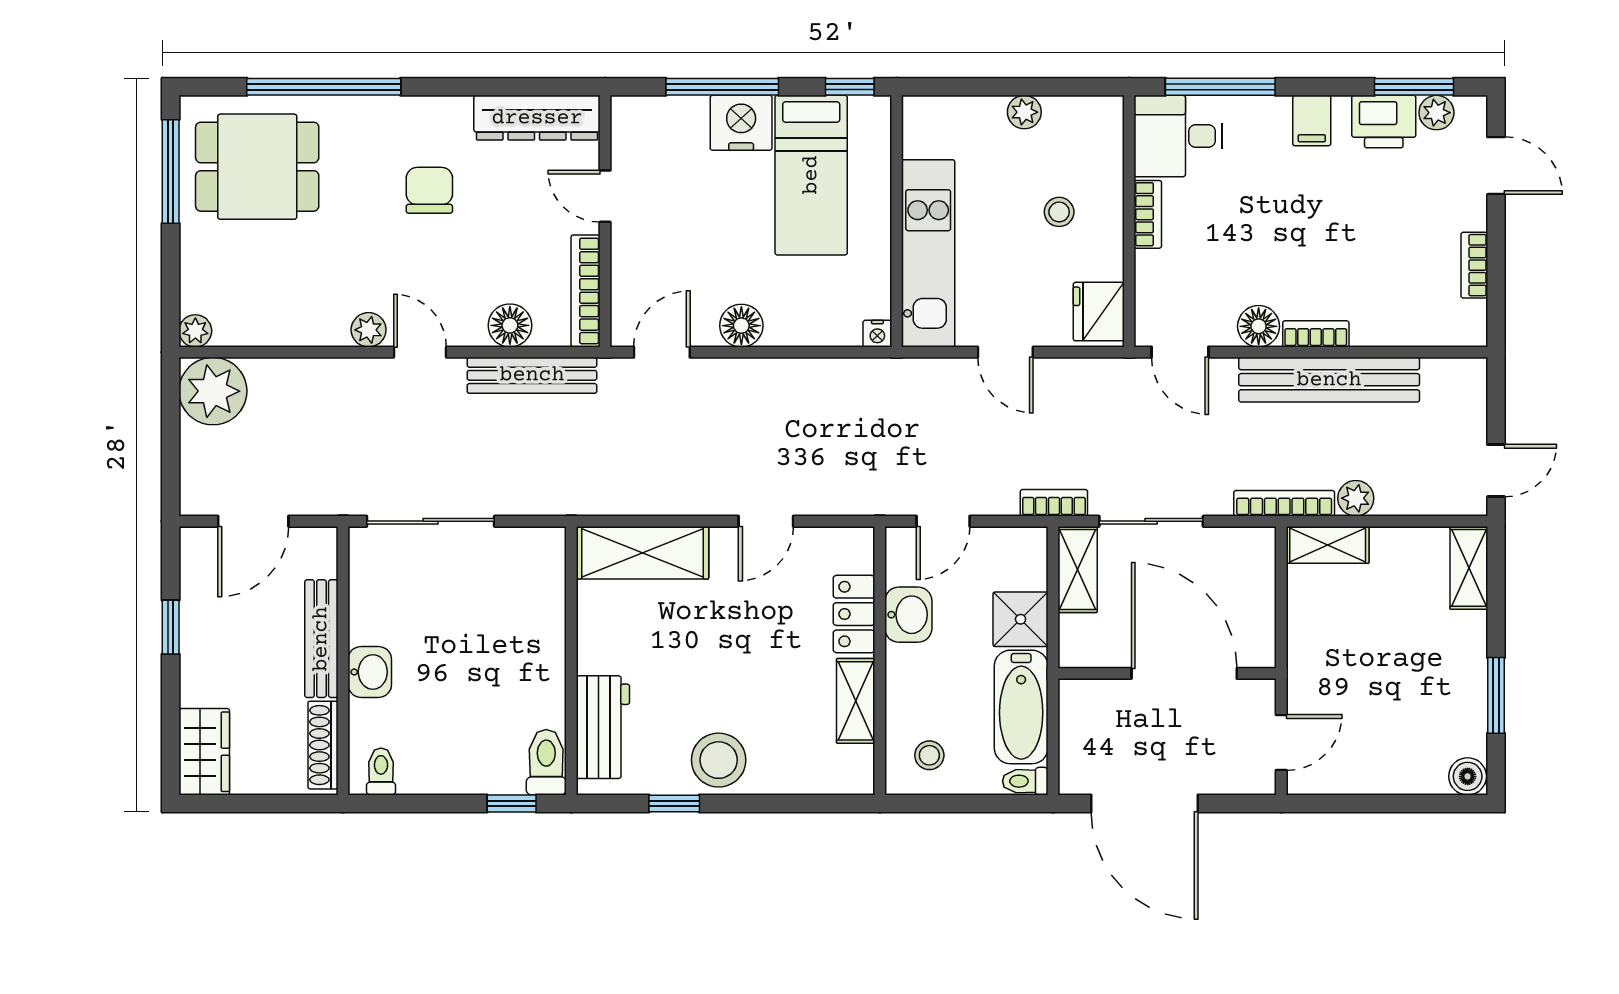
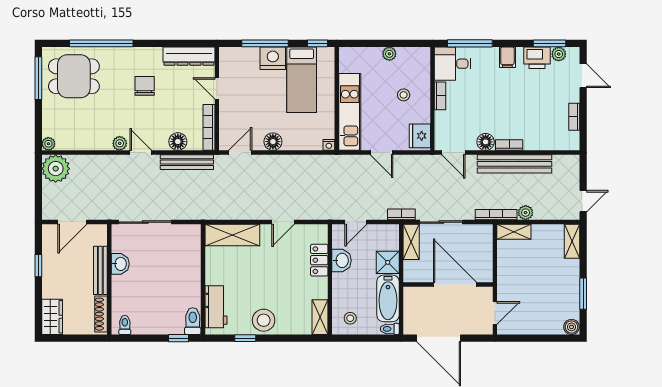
washbasin: (370, 672) -> (120, 264), moved
shelving: (856, 701) -> (320, 317), moved

